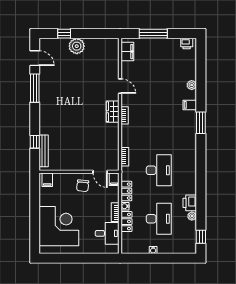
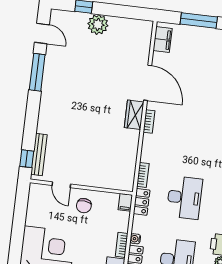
door: (120, 86) -> (148, 83), width x1.87
window: (35, 142) -> (27, 159), moved
door: (100, 172) -> (61, 185), moved
filing cabinet: (47, 180) -> (39, 192), removed
locker: (126, 191) -> (142, 202), moved

